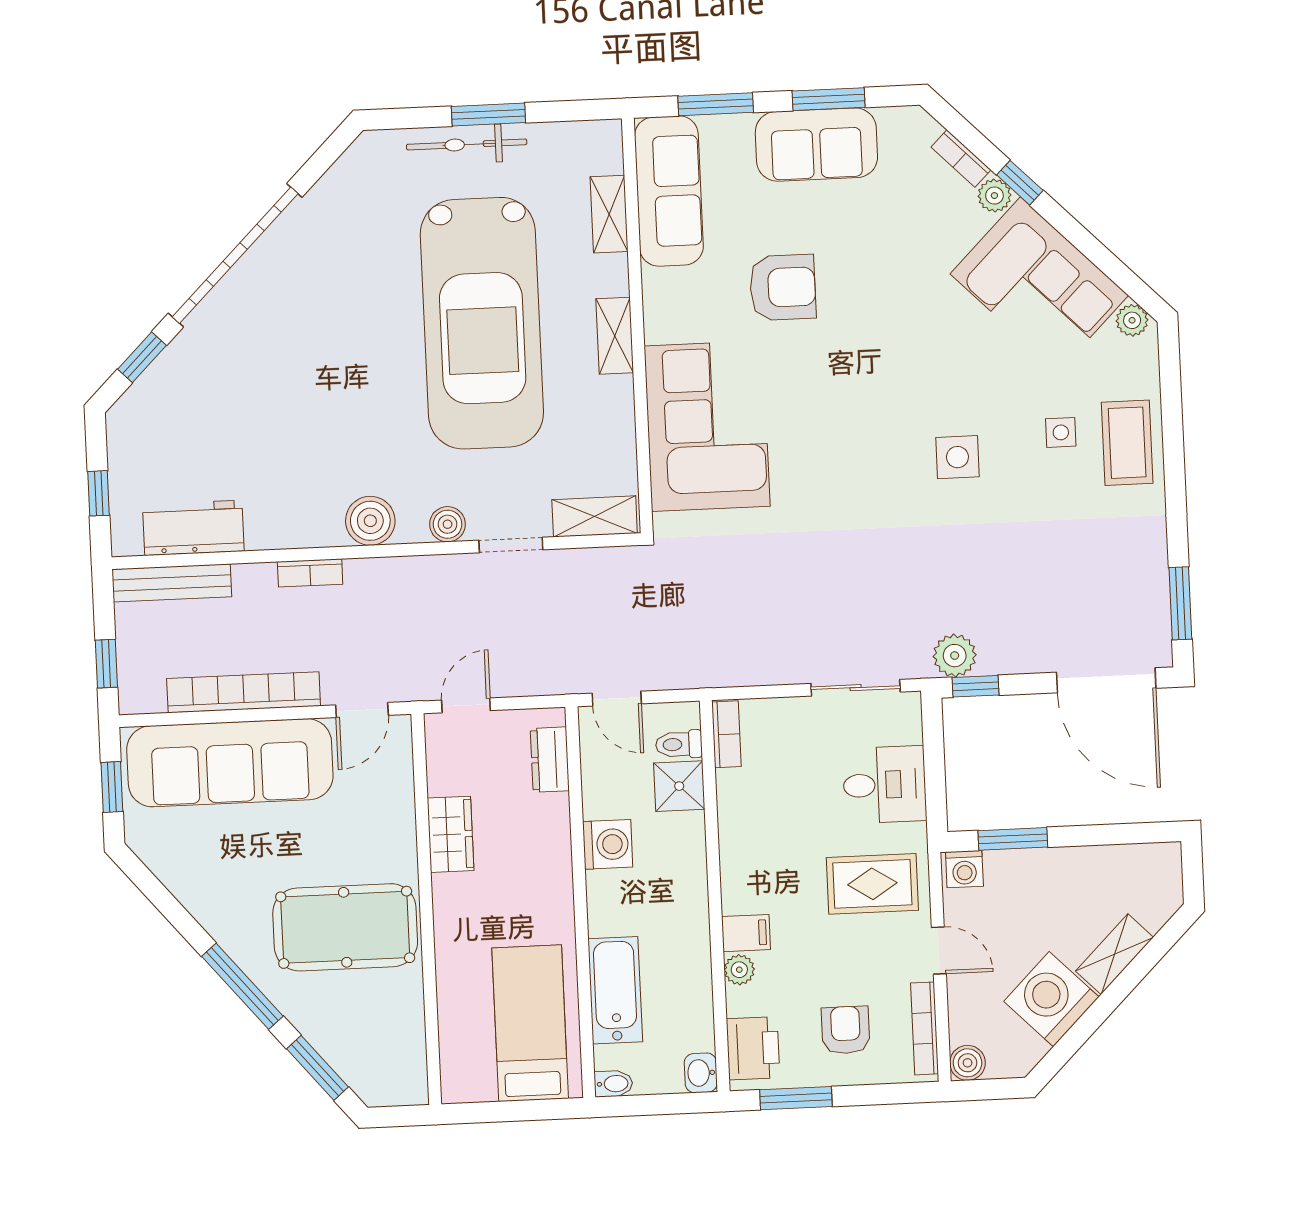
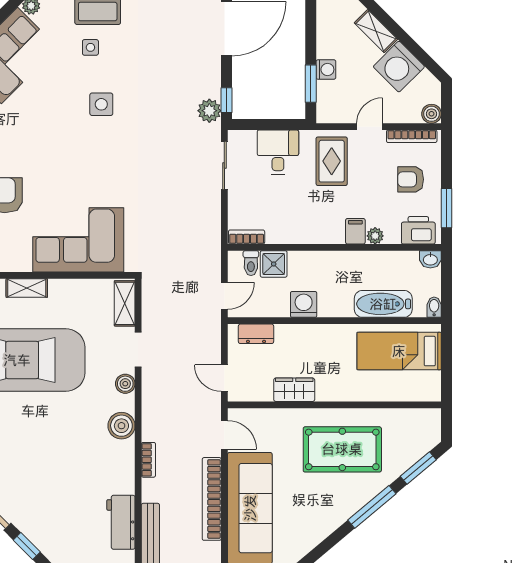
washing machine: (964, 869) -> (326, 70), moved
pool table: (345, 927) -> (342, 449), turned 90

